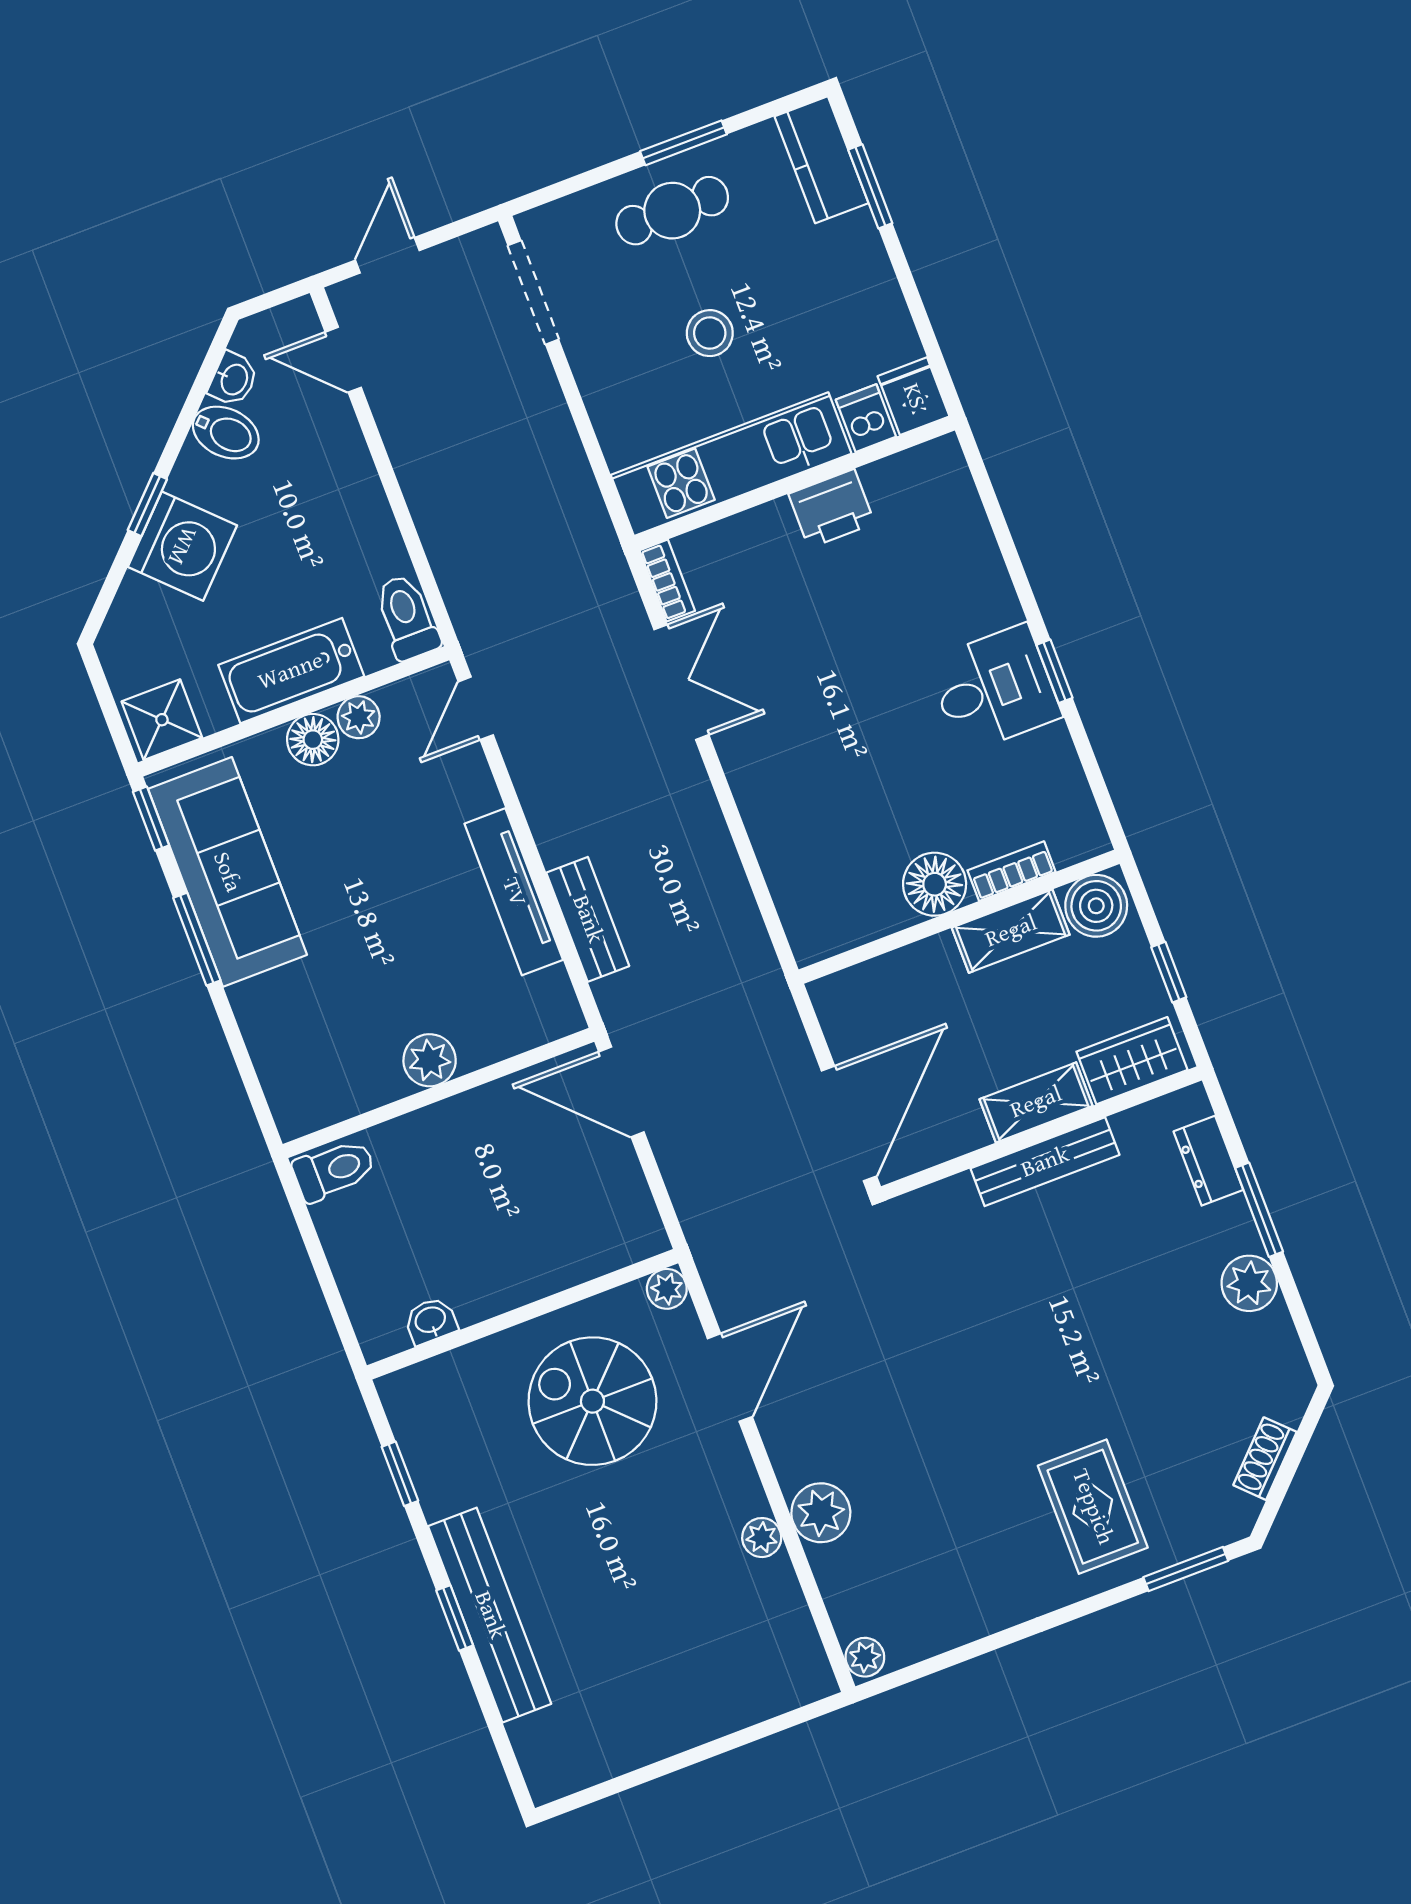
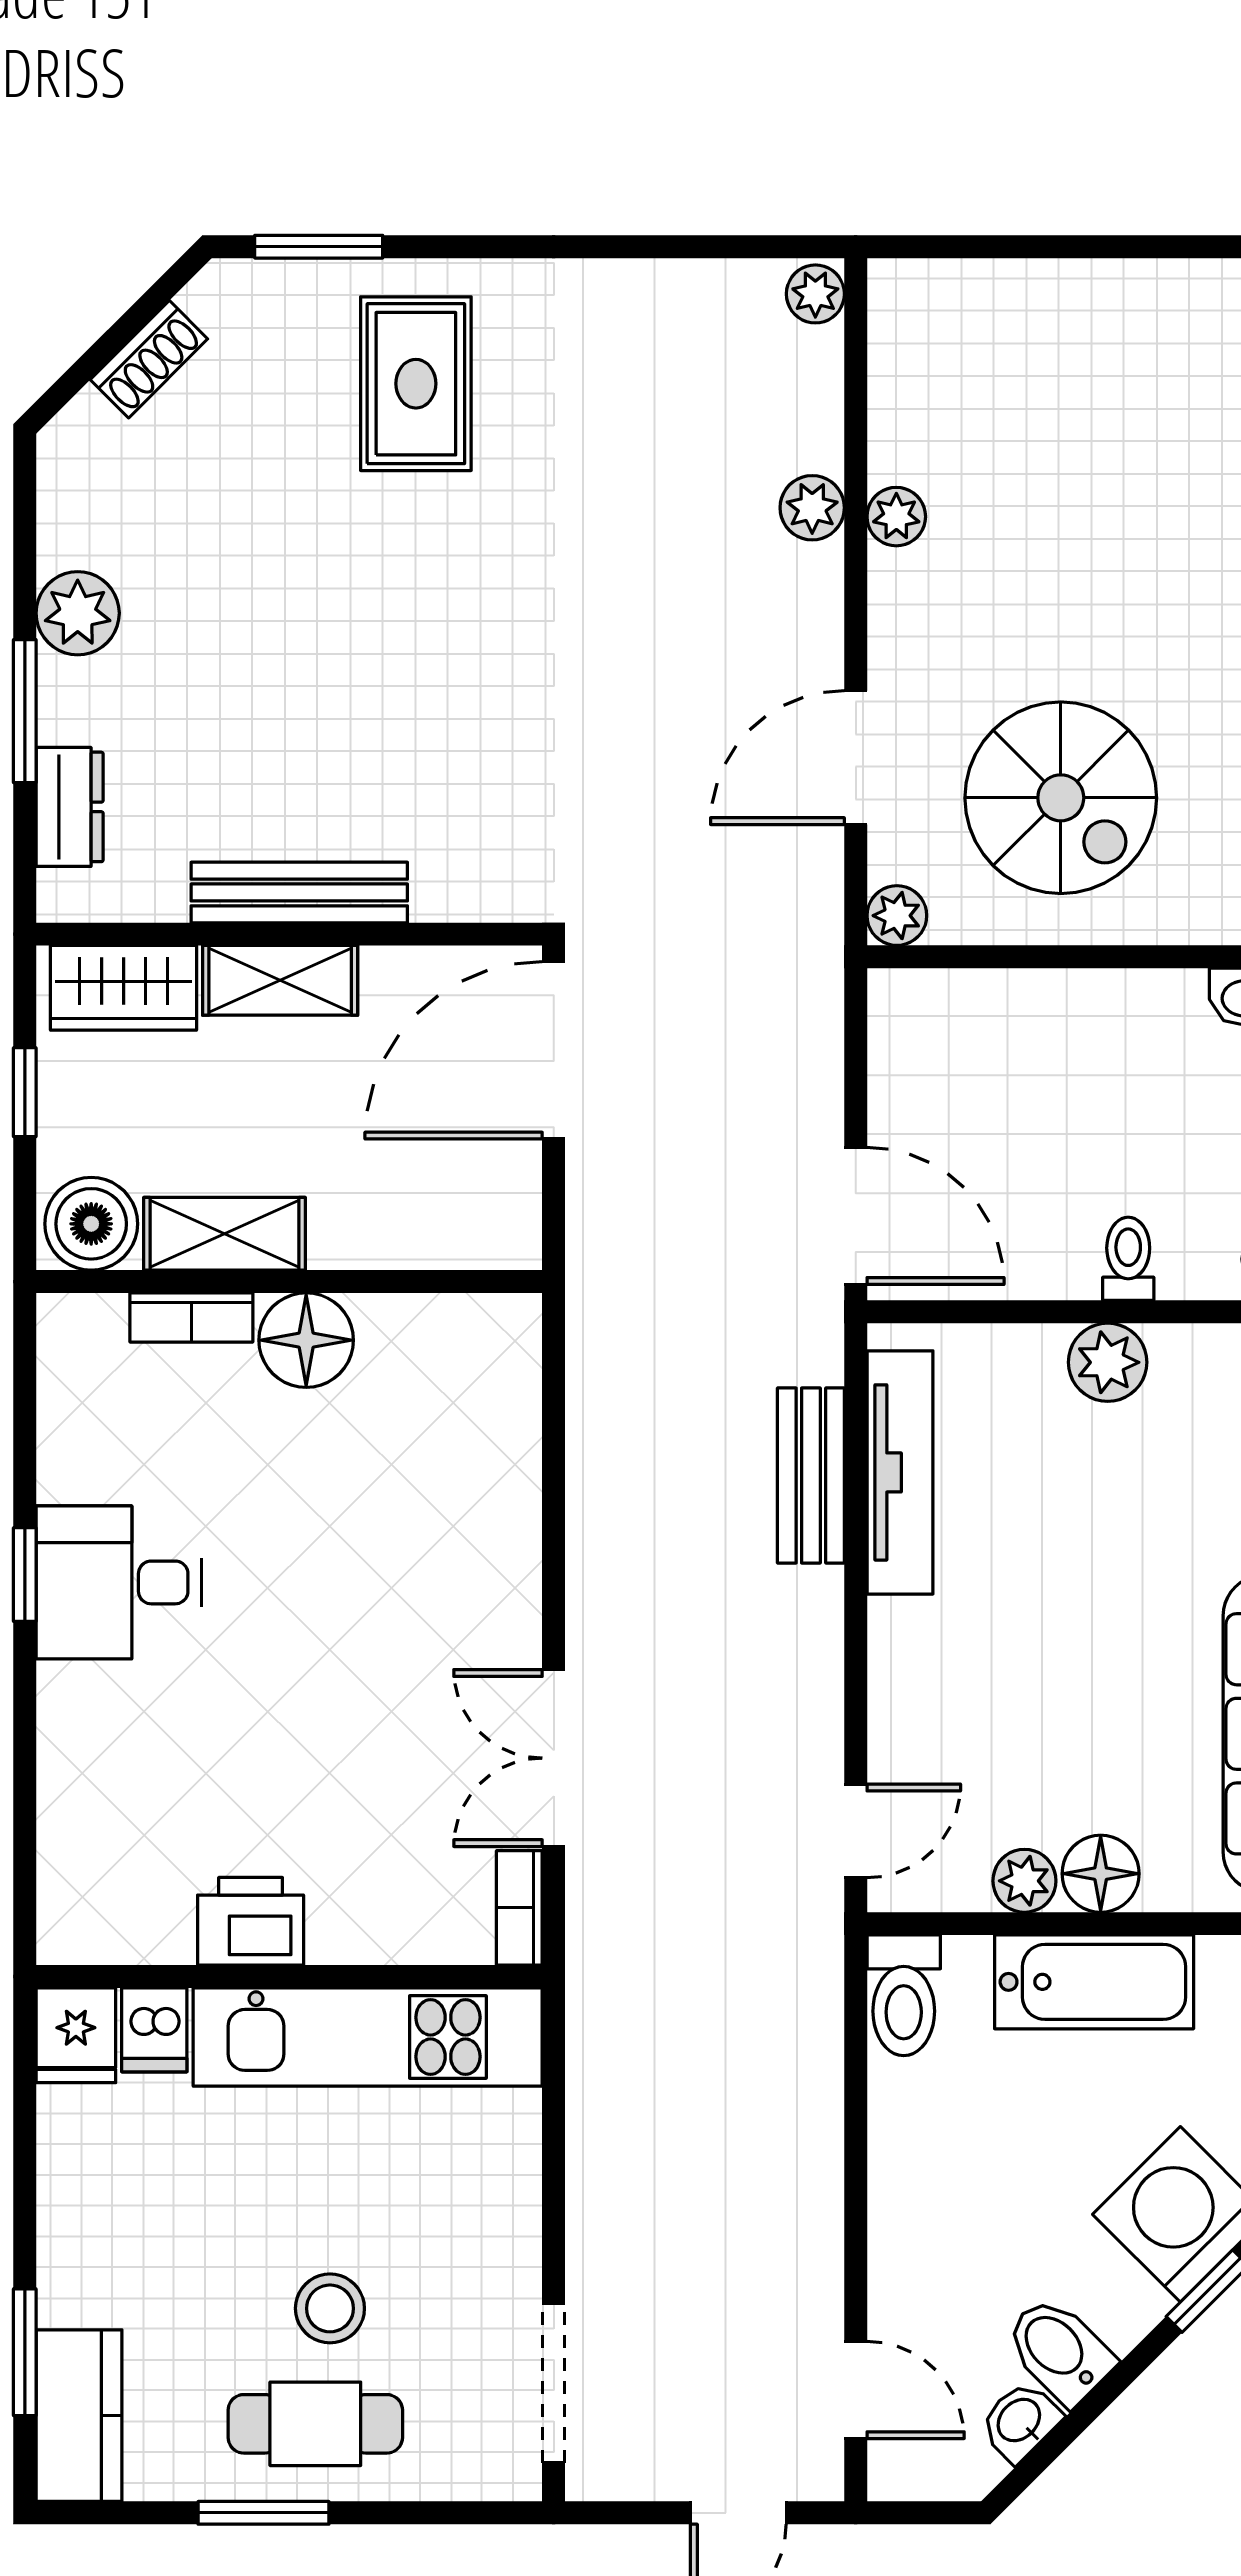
stool: (710, 333) -> (330, 2308), moved
tv unit: (514, 892) -> (900, 1472), moved
toilet: (441, 1130) -> (1128, 1259), added
plant: (821, 1513) -> (812, 508), width x0.73, depth x0.73

